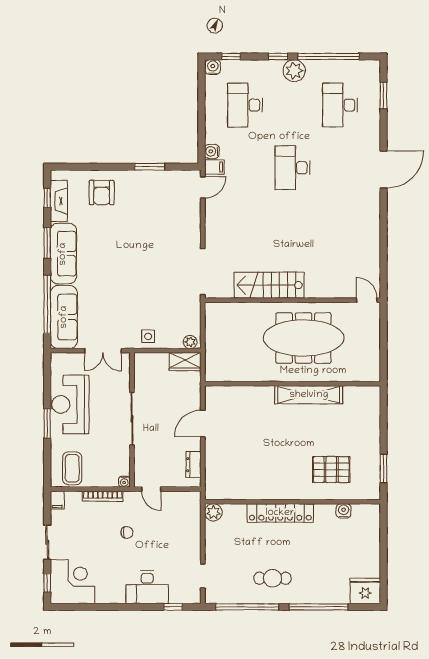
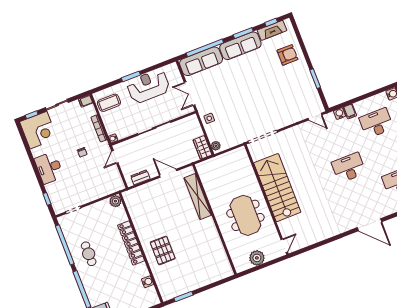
filing cabinet: (214, 167) -> (350, 111), moved
armchair: (102, 193) -> (287, 55), turned 180
stairs: (269, 285) -> (277, 188), width x1.36, depth x1.51
meeting table: (303, 338) -> (245, 215), width x0.73
plant: (369, 345) -> (257, 258), added
shelving: (309, 395) -> (198, 197), moved
pallet: (331, 470) -> (163, 250), moved
desk: (147, 587) -> (49, 168), moved

